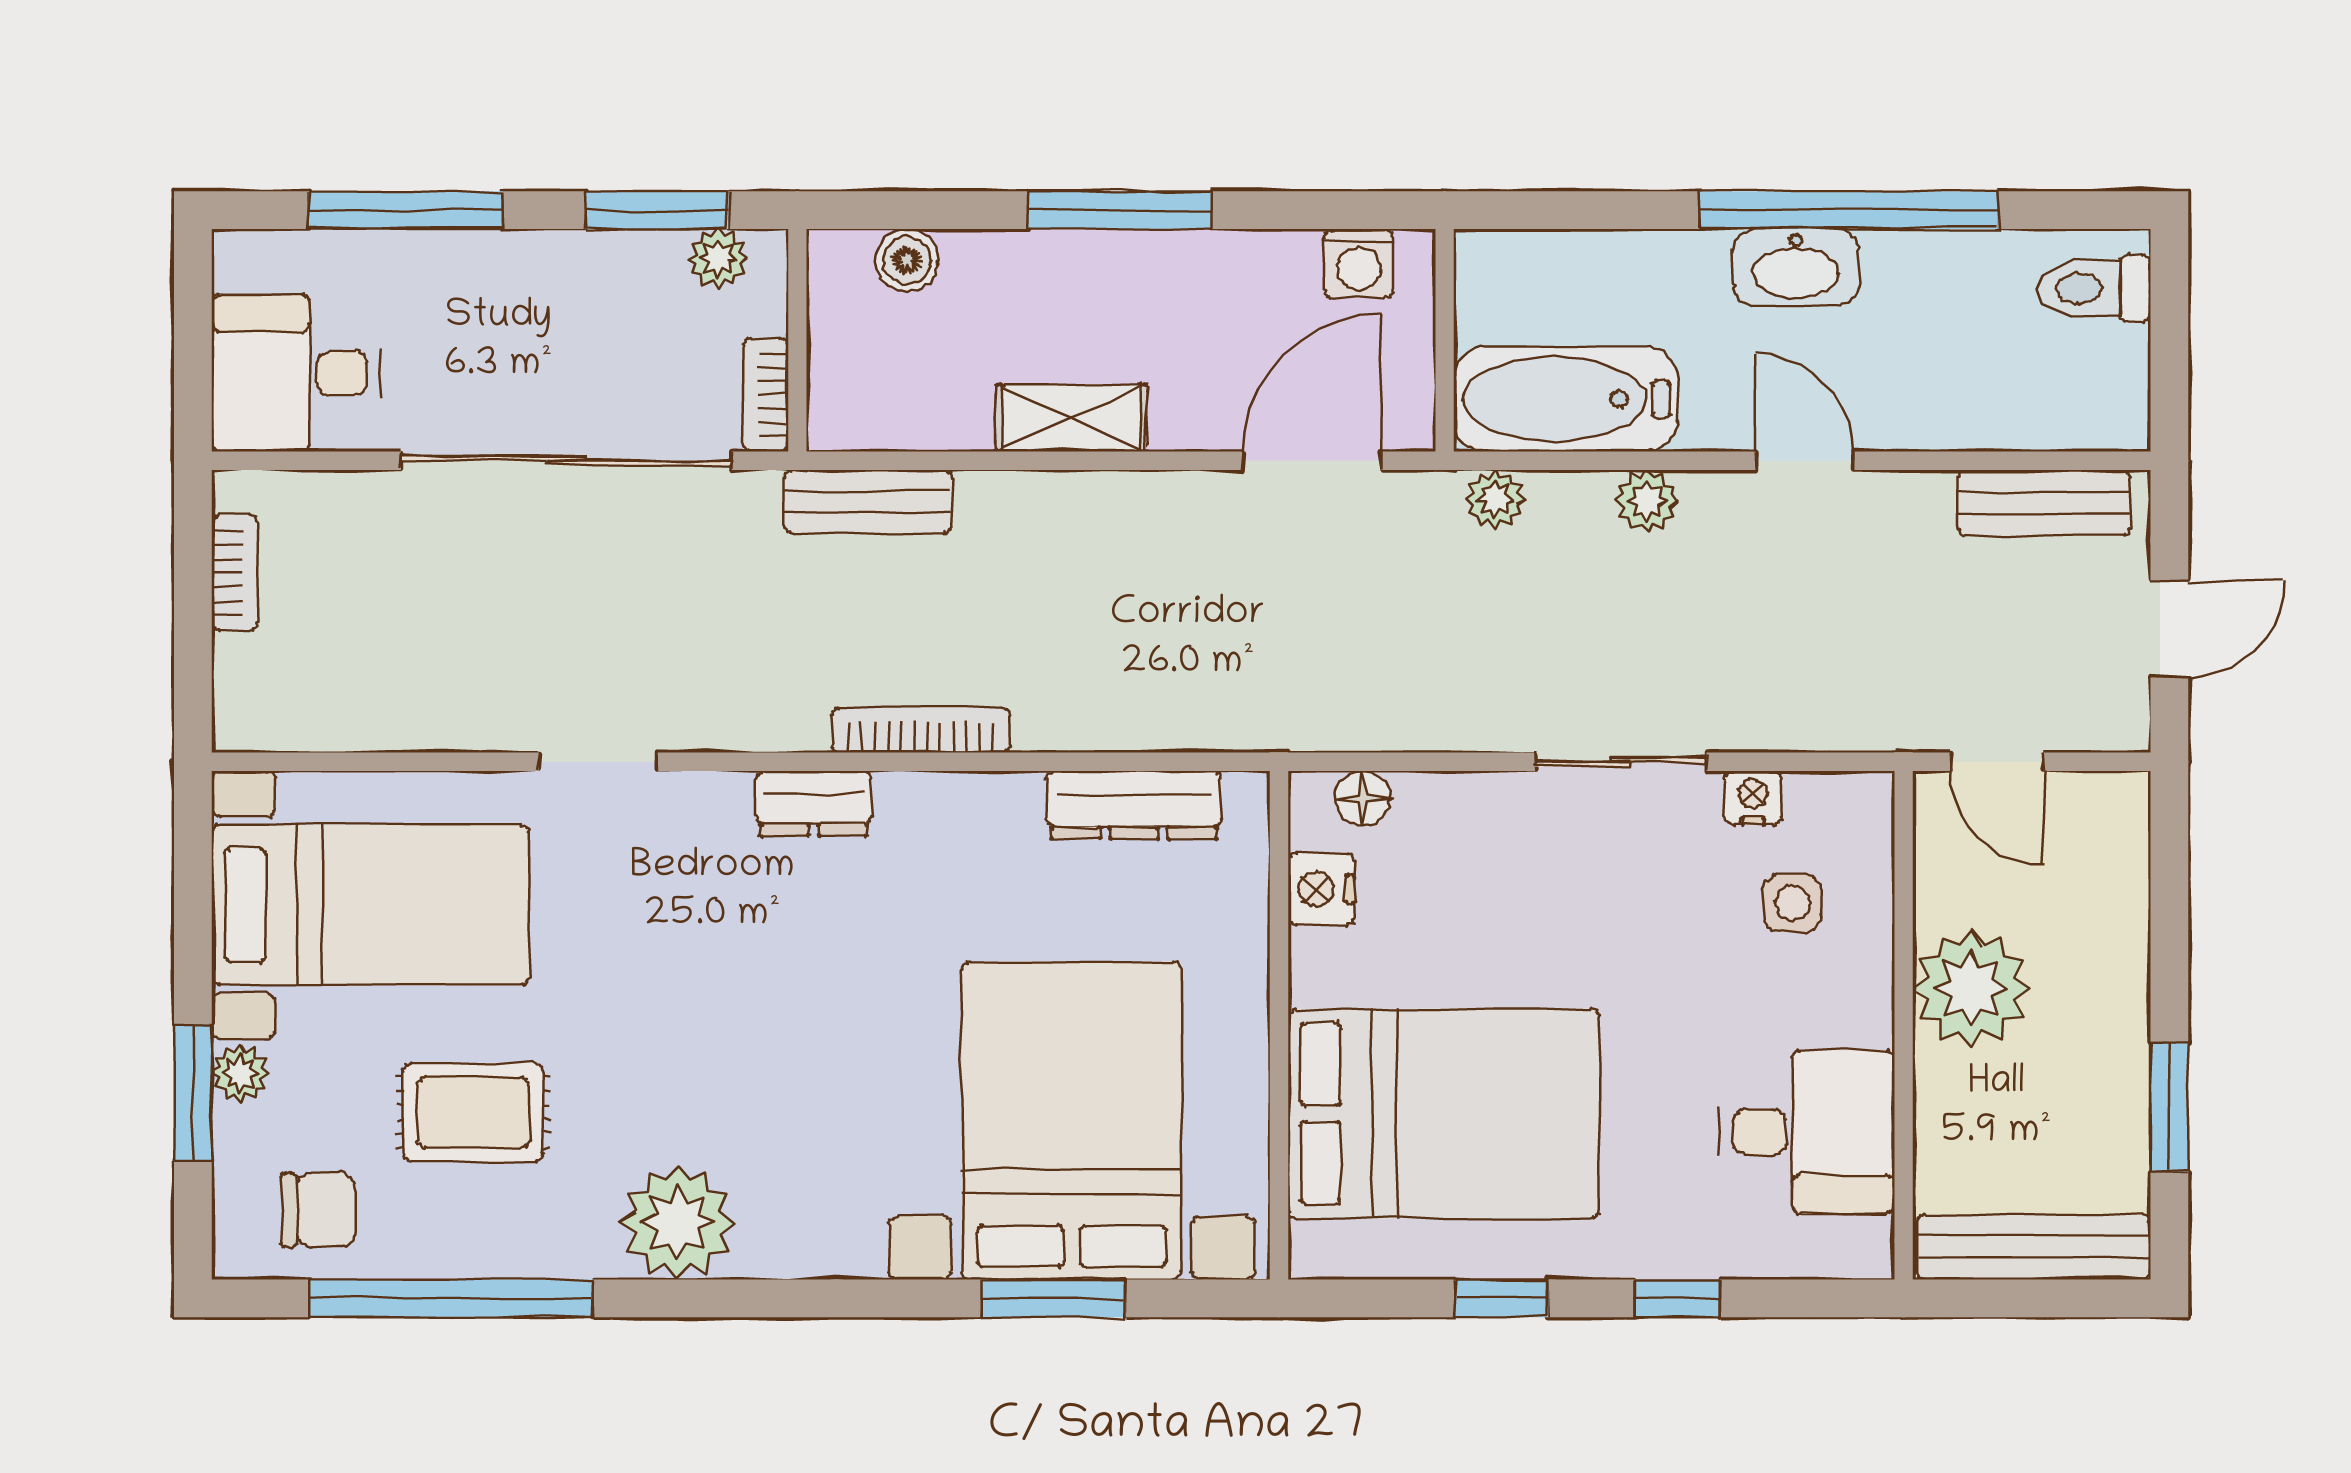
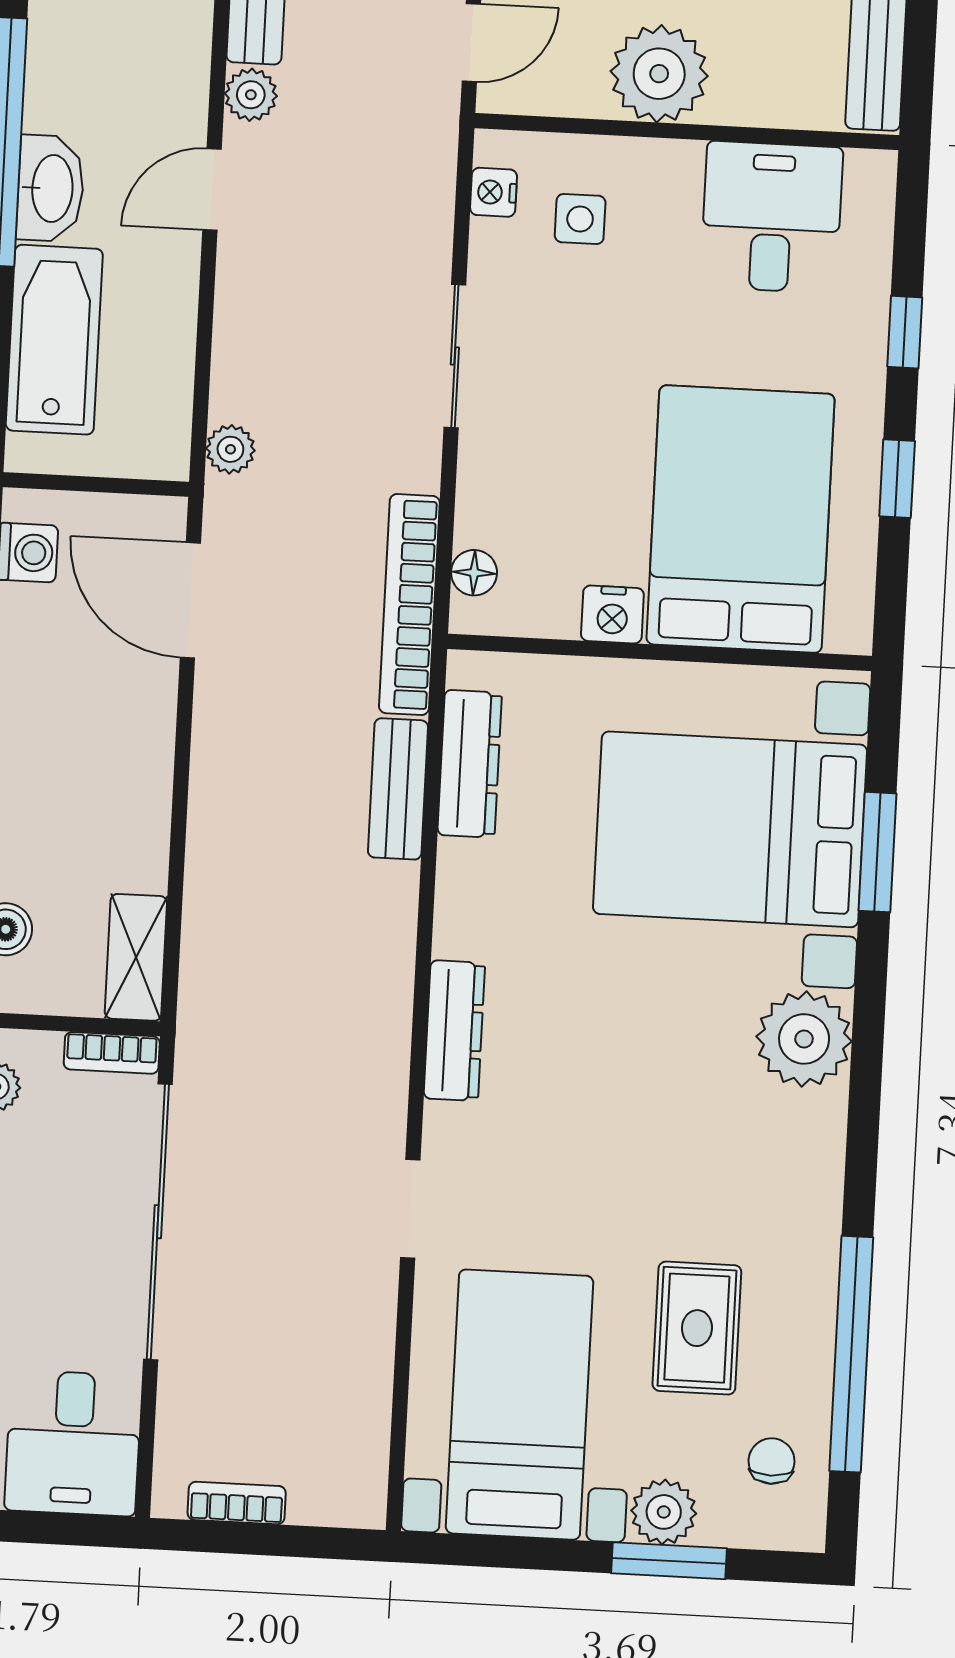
bathtub: (1565, 399) -> (54, 340), moved, turned 180
shelving: (1071, 418) -> (136, 957), moved
plant: (1647, 501) -> (251, 95), moved
bench: (868, 502) -> (398, 789), moved
bookcase: (921, 730) -> (409, 605), moved, width x1.48, depth x1.31
nightstand: (1753, 798) -> (494, 192), moved
dresser: (814, 803) -> (454, 1031), width x1.44
nightstand: (1321, 889) -> (612, 614), moved
plant: (240, 1073) -> (664, 1512), width x1.38, depth x1.38
chair: (319, 1210) -> (772, 1461), width x0.73, depth x0.73
plant: (678, 1222) -> (804, 1039), moved

